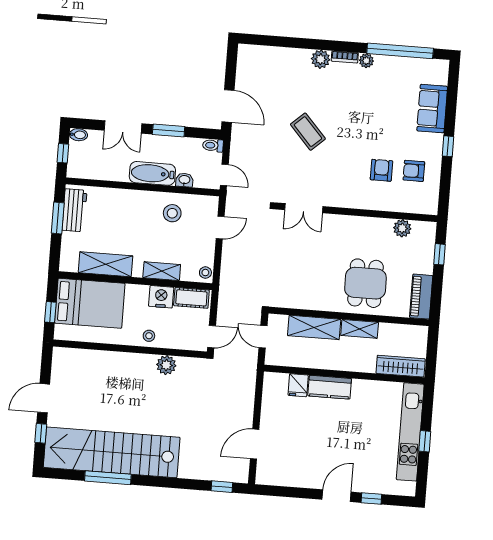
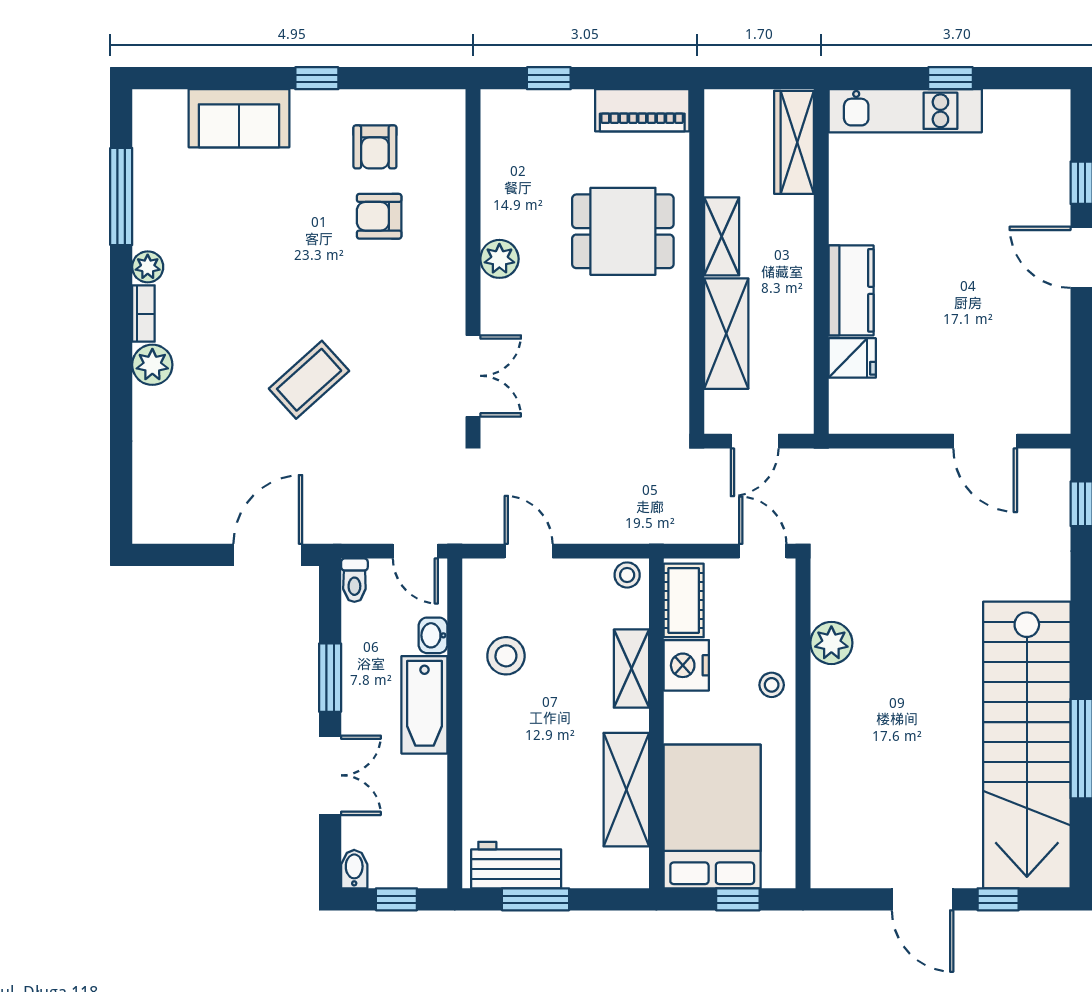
window: (400, 51) -> (121, 197), width x0.68
door: (224, 175) -> (415, 551), swing flipped
plant: (402, 228) -> (499, 259), moved
kitchen unit: (410, 432) -> (905, 111), width x0.73

